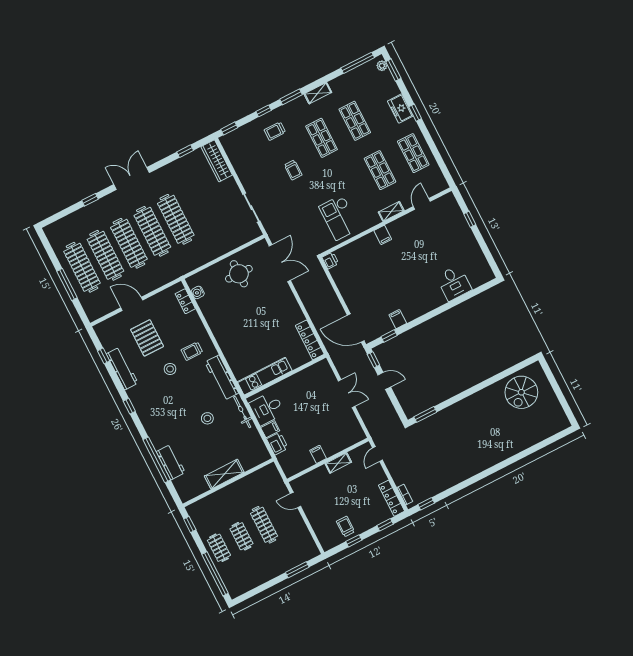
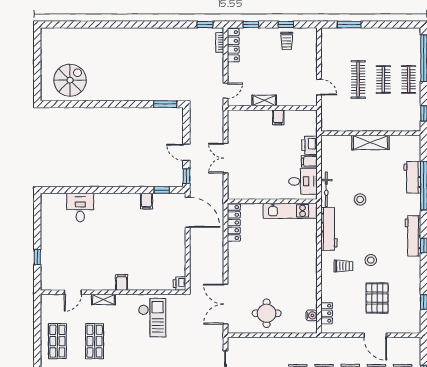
workbench: (122, 369) -> (413, 236), moved

